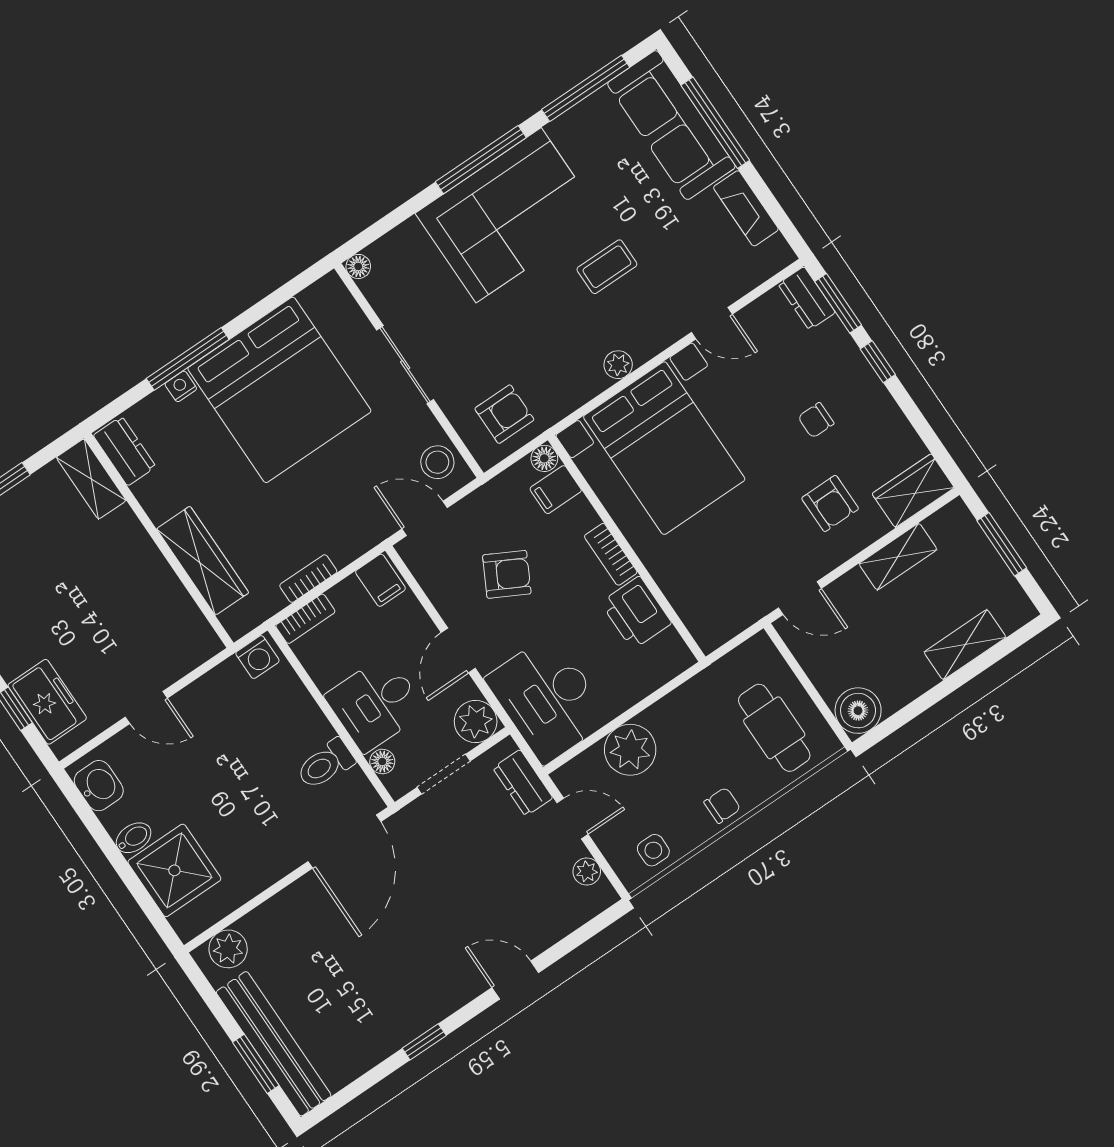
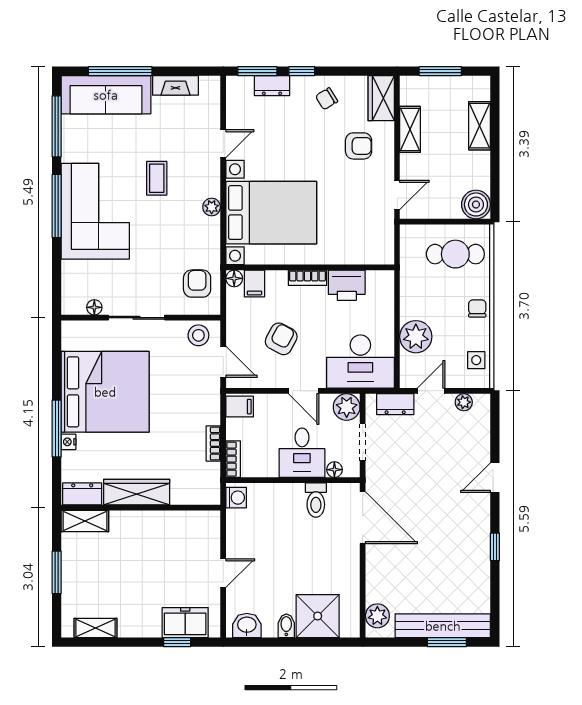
floor lamp: (358, 266) -> (94, 307), moved
dresser: (807, 298) -> (272, 86), moved
chair: (816, 420) -> (327, 99), moved, turned 59
door: (425, 518) -> (223, 362), swing flipped
wardrobe: (203, 561) -> (137, 492), moved

